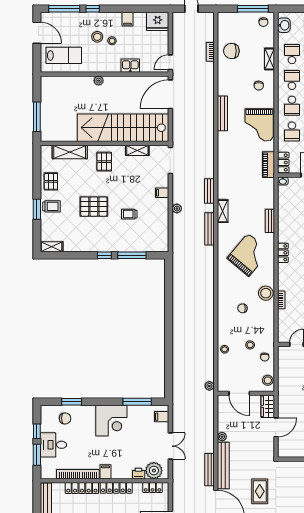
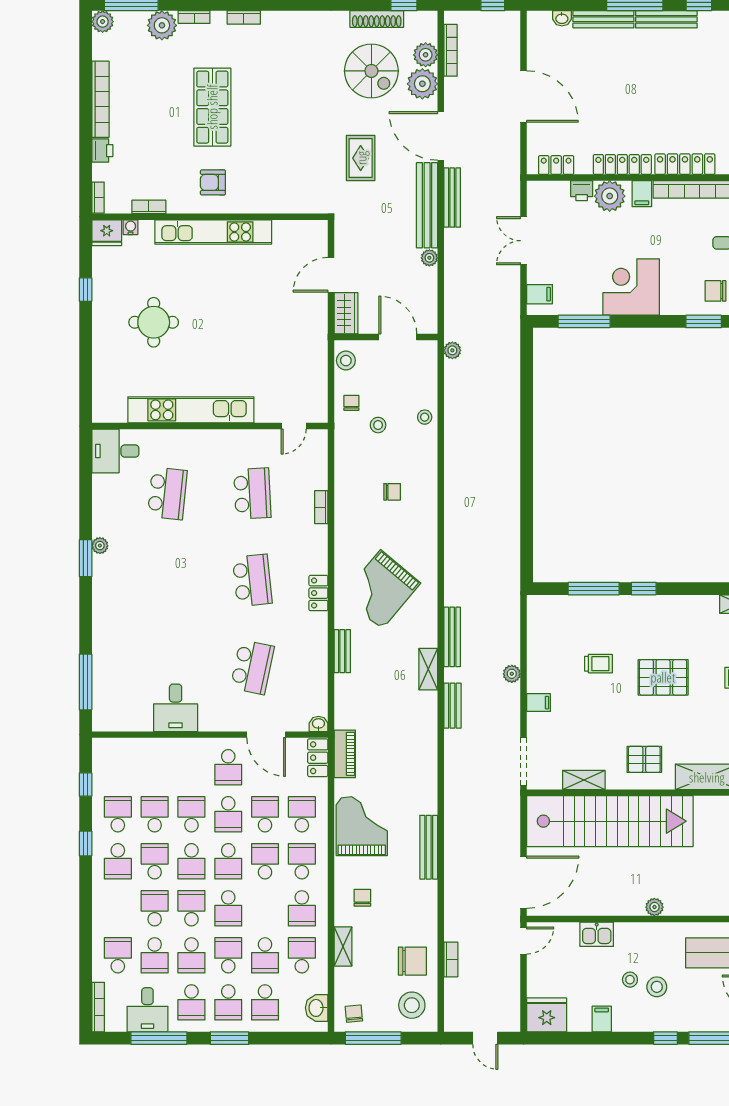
school desk: (292, 54) -> (302, 955), turned 180
pallet: (104, 162) -> (644, 759), turned 90
stool: (266, 293) -> (412, 1005), moved
plant: (154, 471) -> (610, 196), moved

